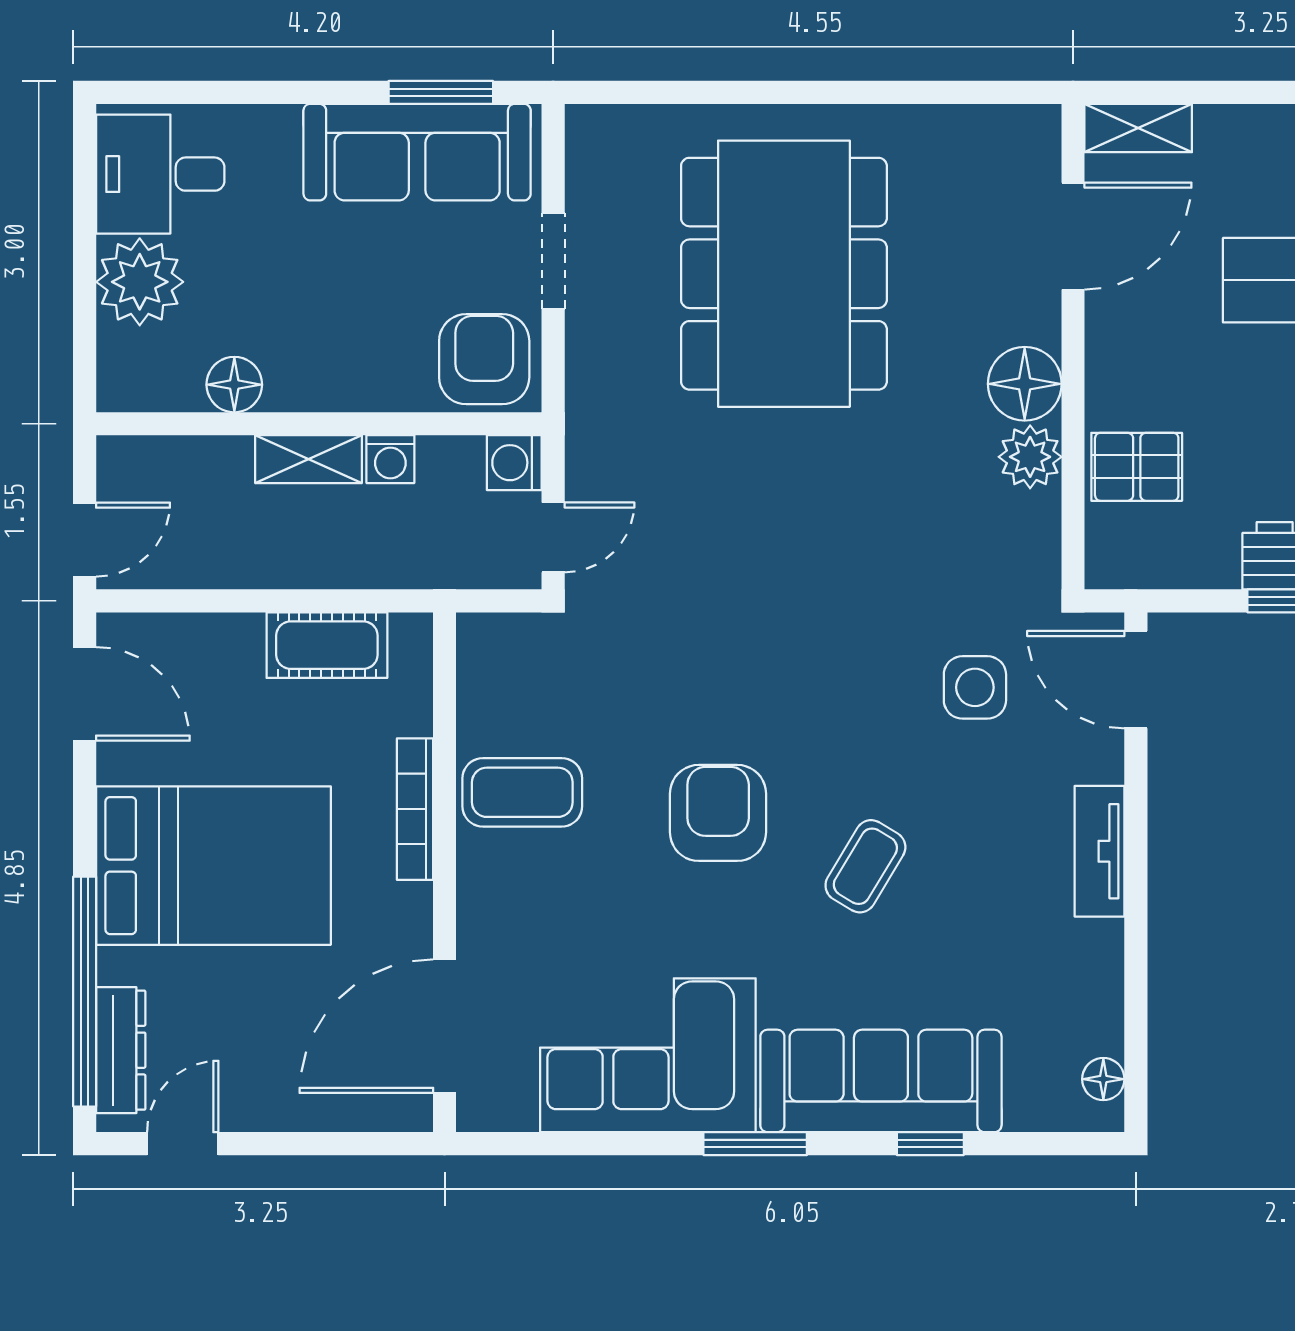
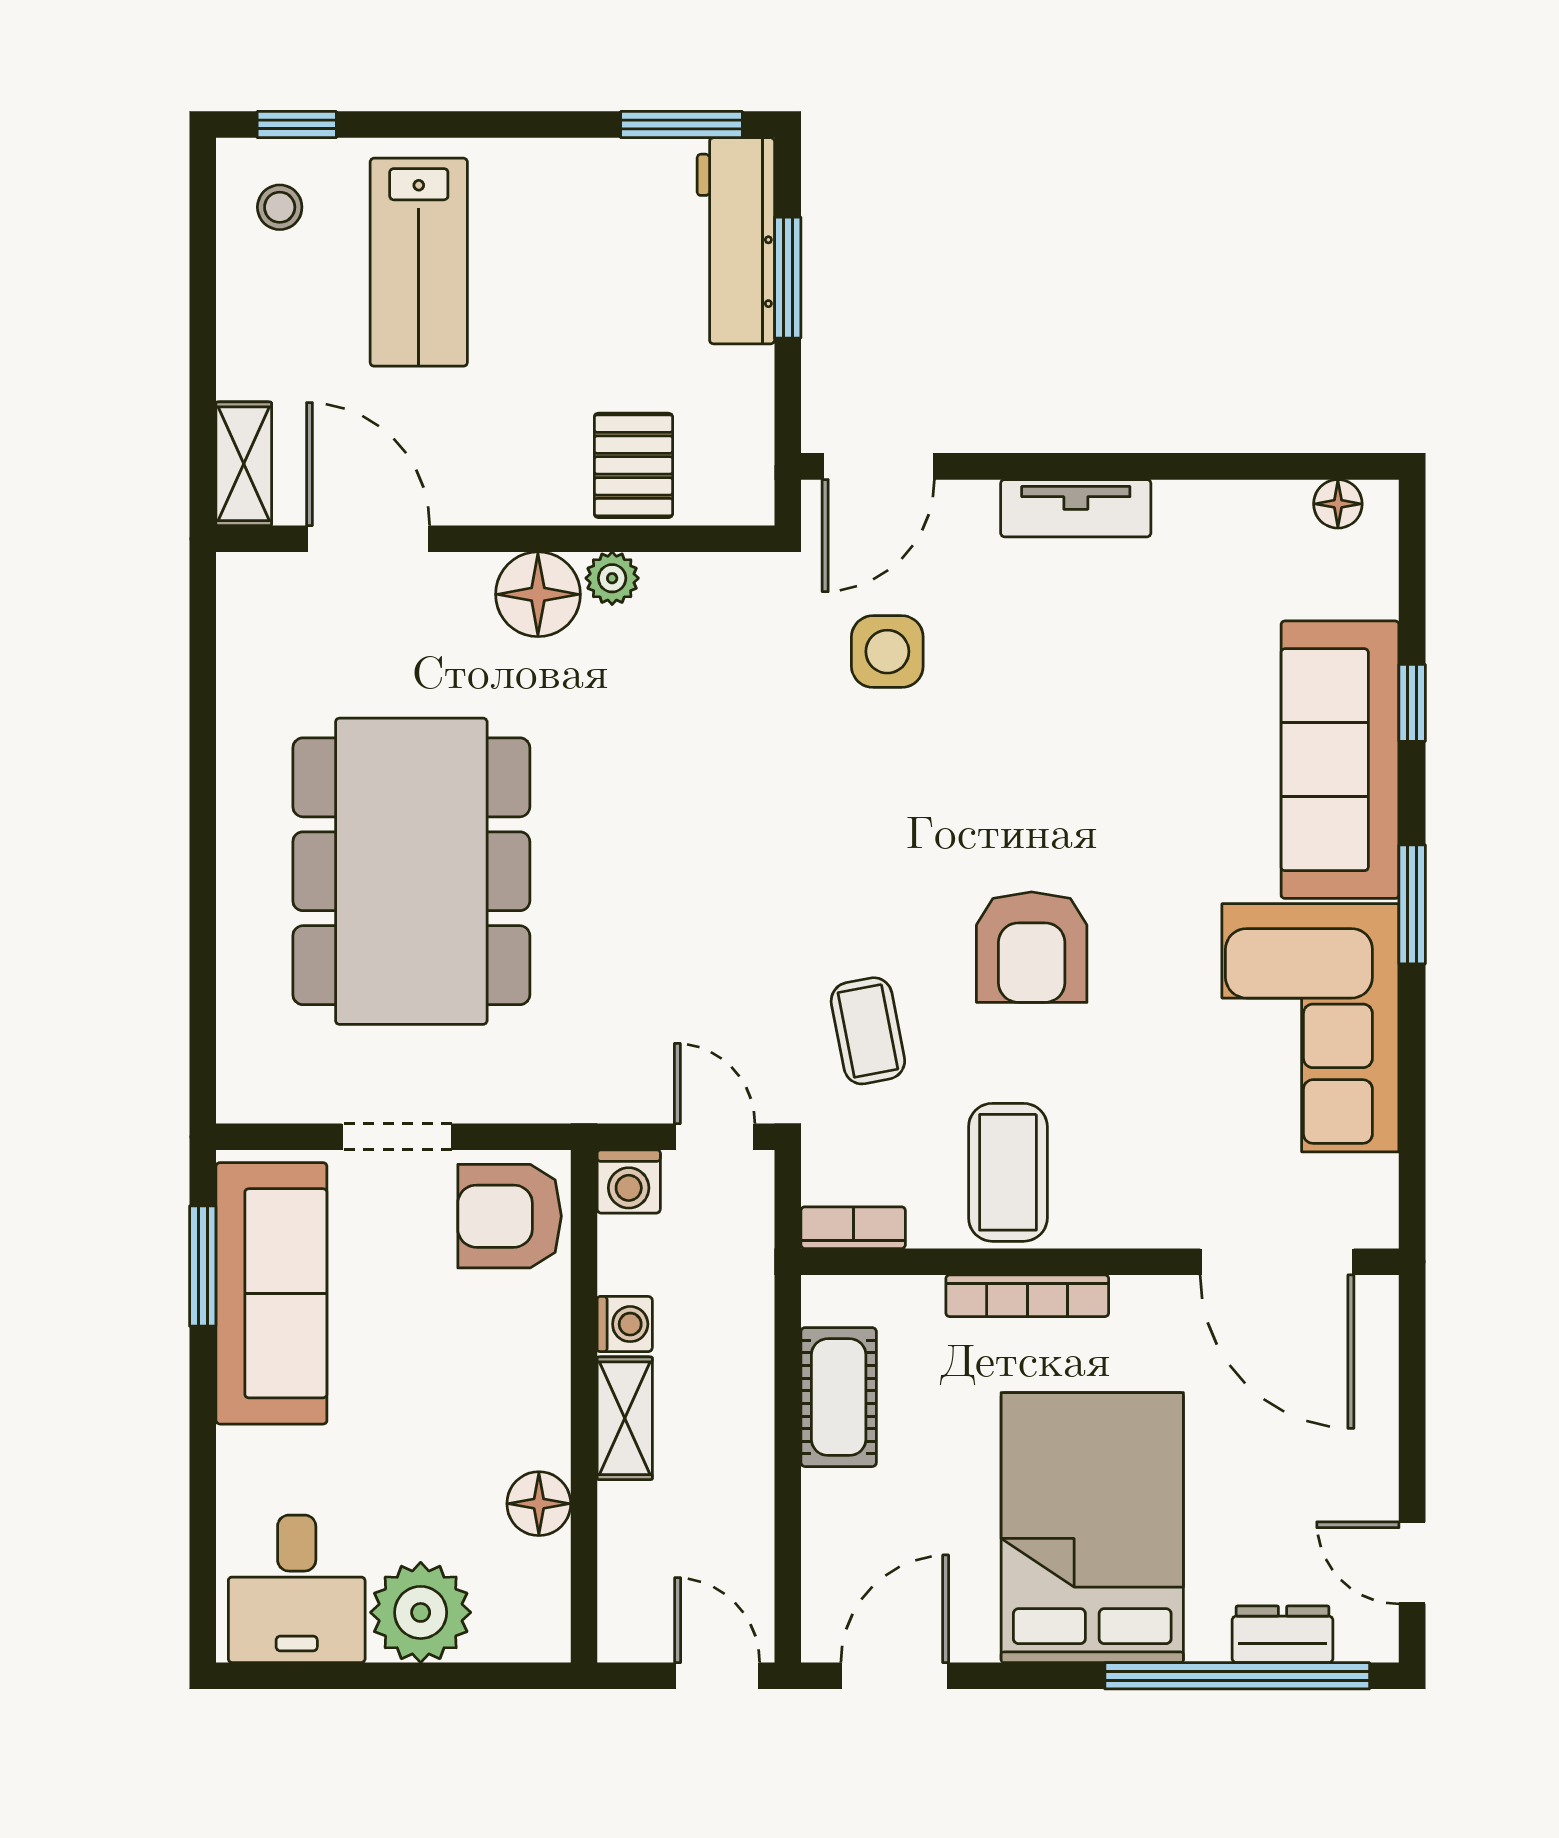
dining table: (784, 274) -> (411, 871), turned 90
plant: (1030, 457) -> (612, 578), width x0.73, depth x0.73
bookcase: (474, 658) -> (853, 1228), added
armchair: (718, 813) -> (1032, 947), turned -90
coffee table: (865, 866) -> (868, 1031), moved, turned 48
dresser: (121, 1050) -> (1283, 1634), width x0.70

